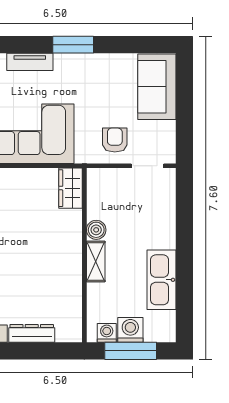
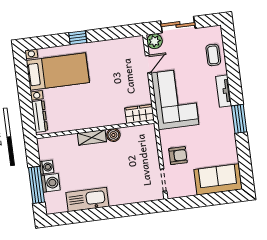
wardrobe: (71, 188) -> (139, 114), moved
boiler: (96, 230) -> (113, 135), moved
wall: (84, 255) -> (95, 129), moved
shelving: (96, 262) -> (92, 137), moved

